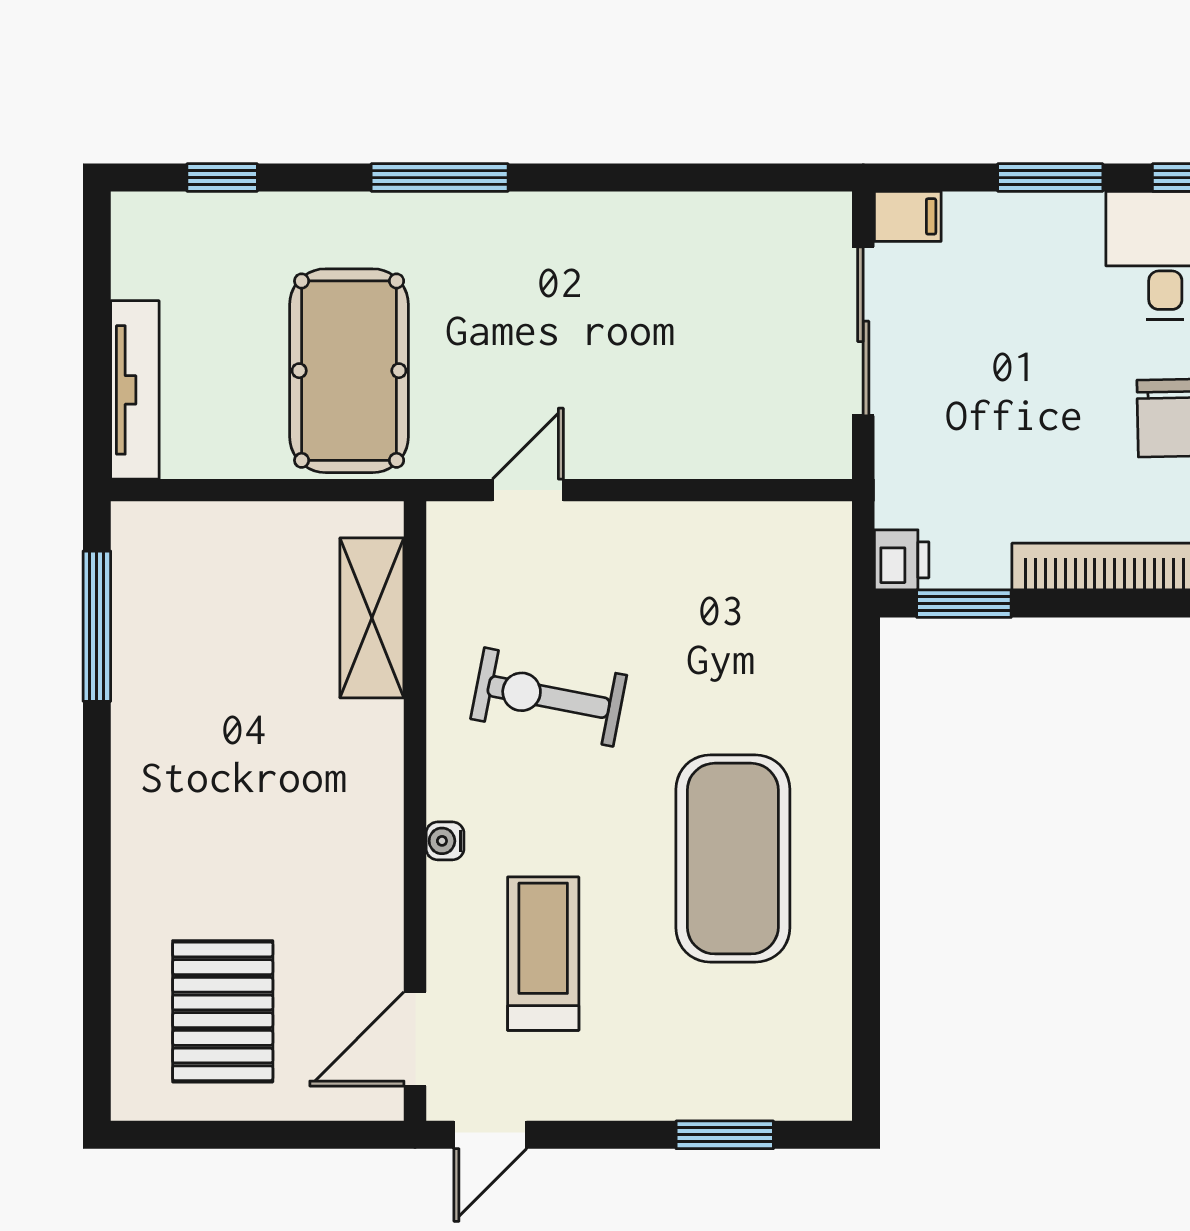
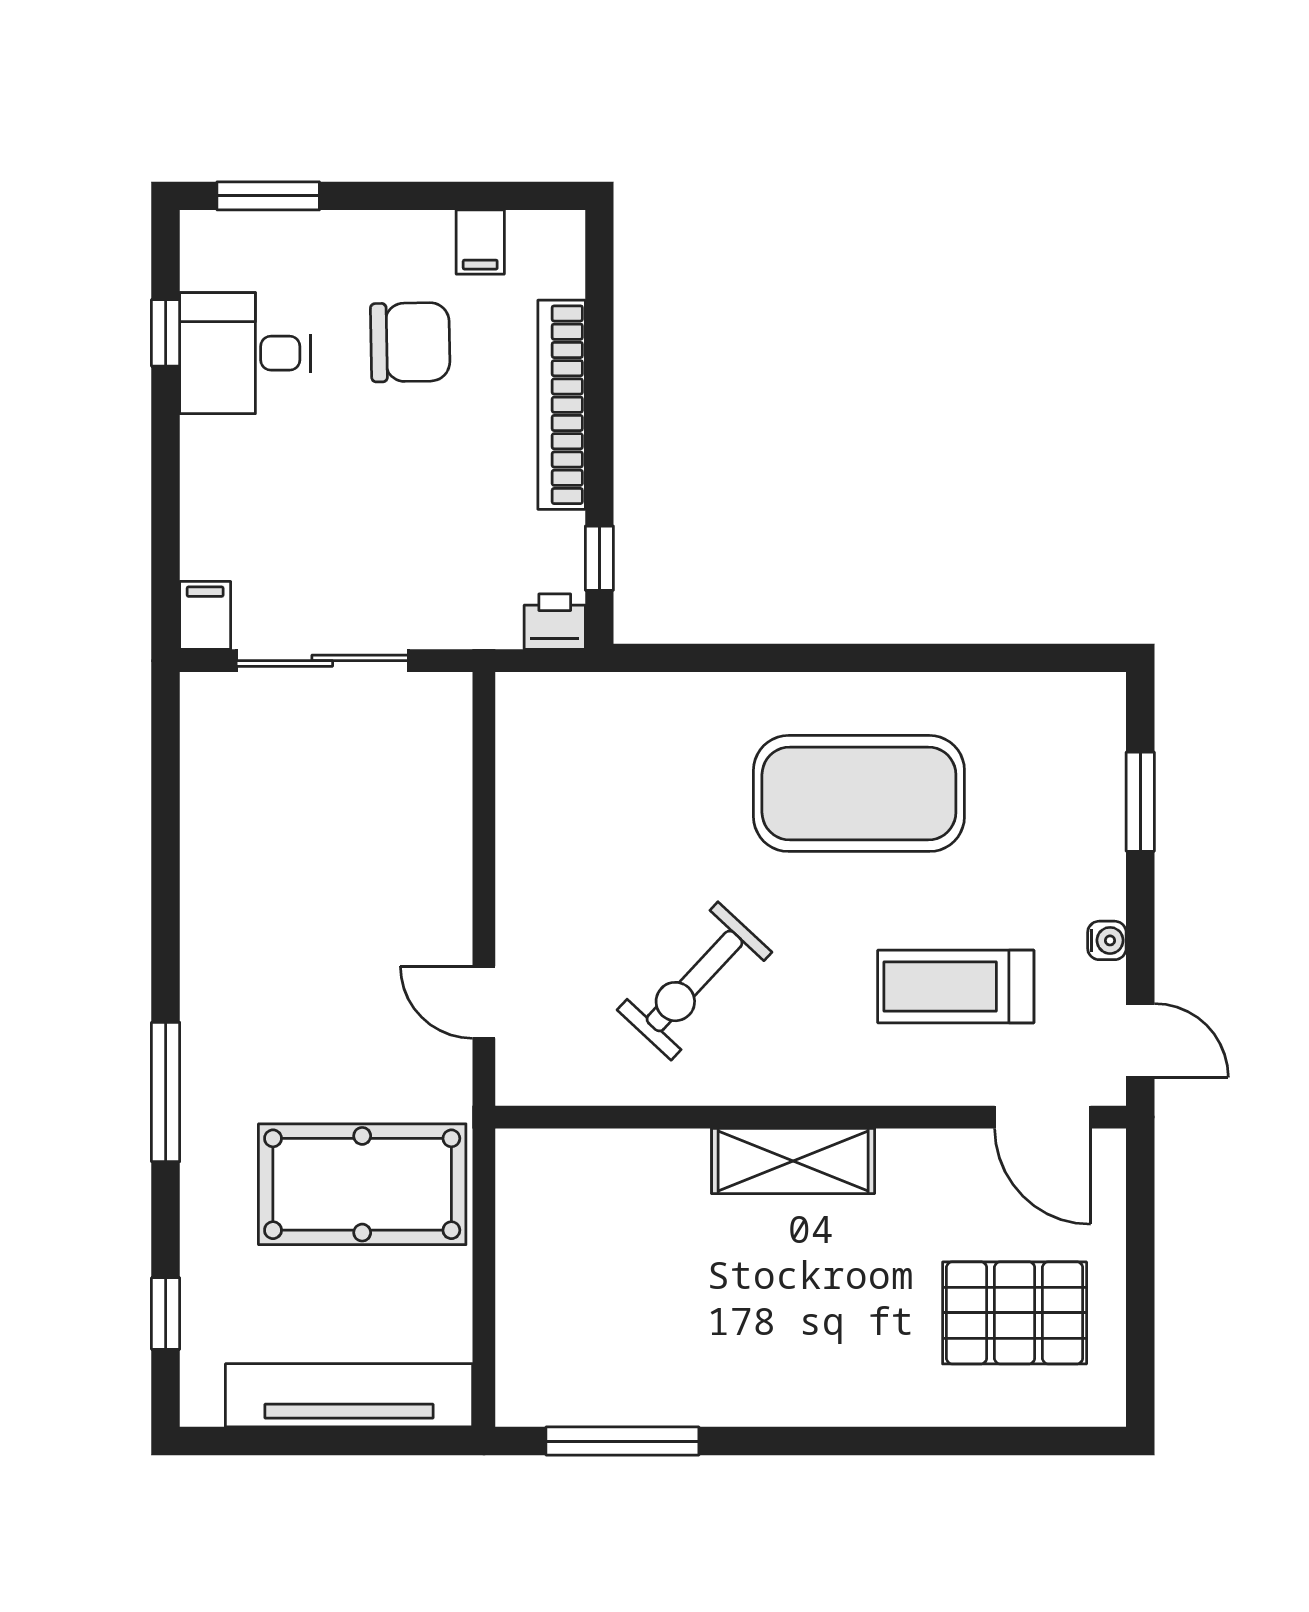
window: (1050, 178) -> (166, 470), removed
tv unit: (135, 390) -> (349, 1395), width x1.36, depth x1.29
window: (964, 604) -> (599, 558), width x0.67
shelving: (372, 618) -> (793, 1161), moved
exercise bike: (549, 697) -> (695, 981), turned 32
water cooler: (445, 841) -> (1107, 940), moved, turned -90

